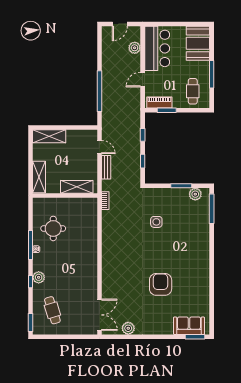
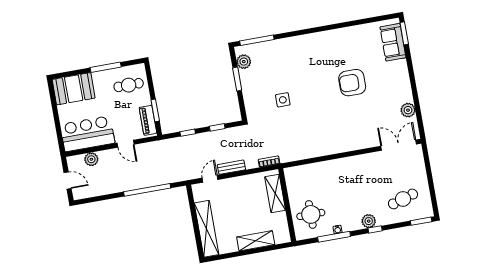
shelving: (49, 136) -> (206, 229), width x1.47
shelving: (77, 187) -> (275, 194), moved
wall: (65, 195) -> (287, 205), moved

